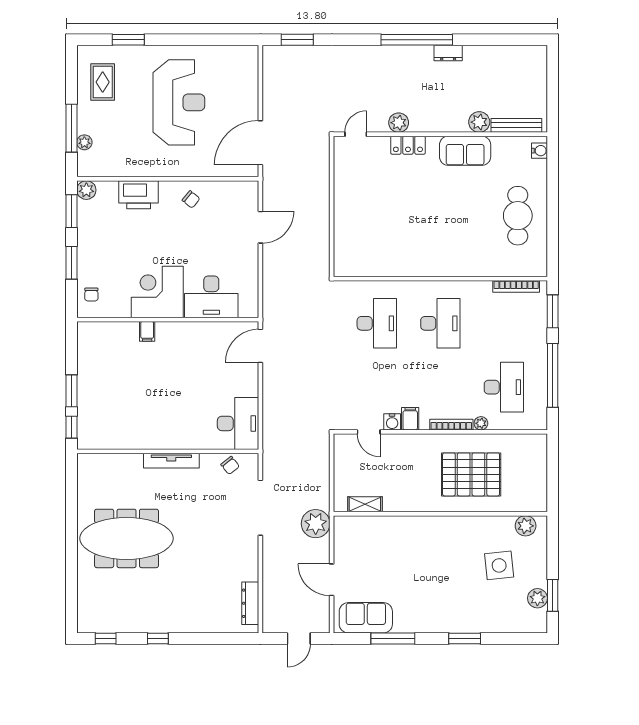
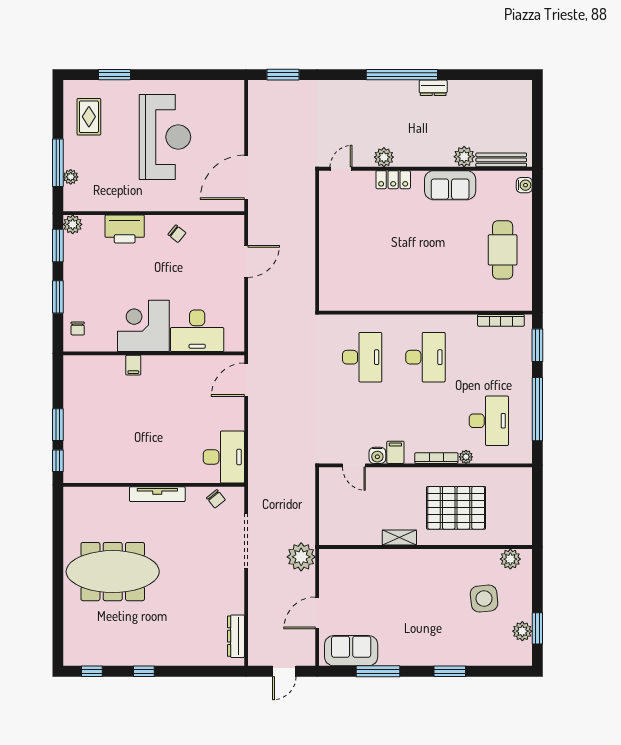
shelving: (365, 504) -> (399, 538), moved
door: (332, 580) -> (317, 613), hinge flipped

